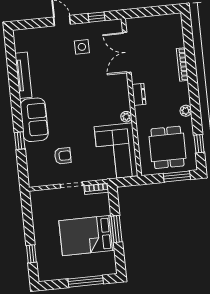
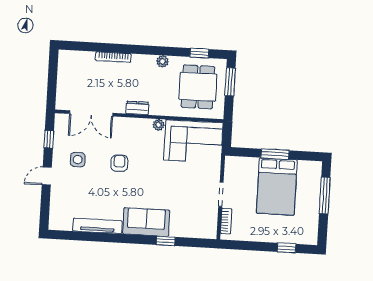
dining table: (167, 147) -> (198, 87), turned 90
armchair: (63, 156) -> (119, 163), moved
bookcase: (96, 189) -> (226, 221), moved

